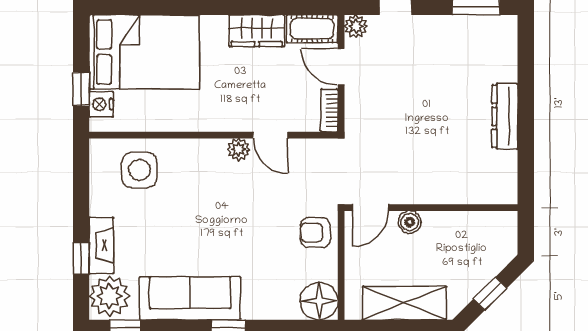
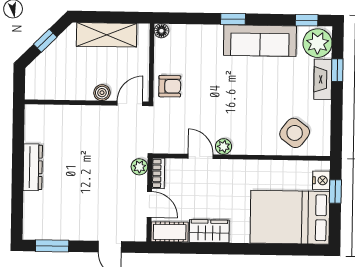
plant: (356, 26) -> (139, 167), moved
side table: (139, 170) -> (295, 133), turned 37
floor lamp: (319, 301) -> (161, 31), width x0.53, depth x0.53

